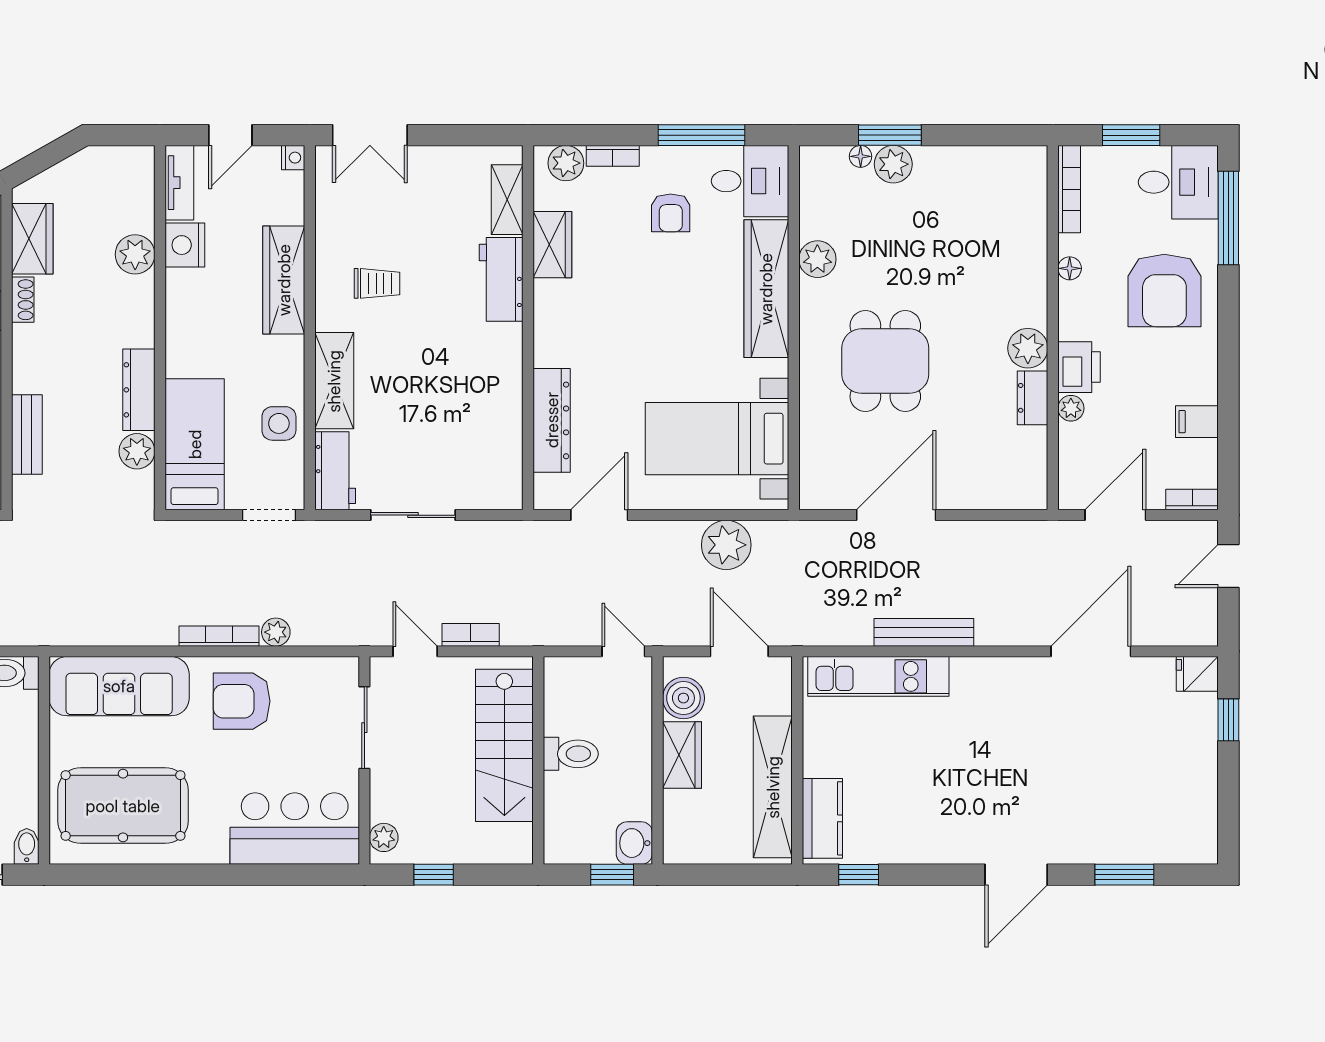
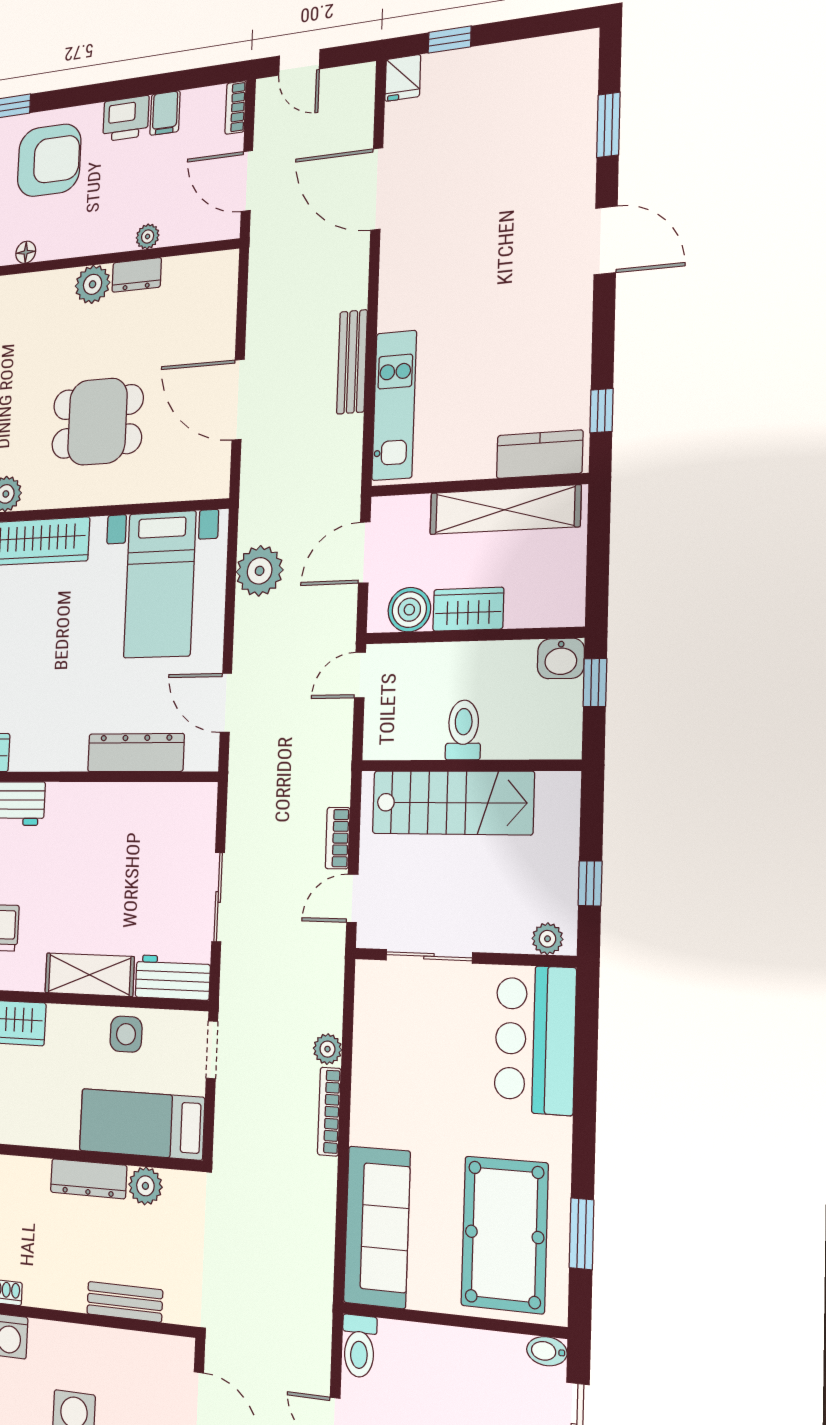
printer: (1079, 367) -> (126, 119), moved, turned 180
armchair: (242, 701) -> (397, 1091), removed
window: (130, 875) -> (582, 1234), added

